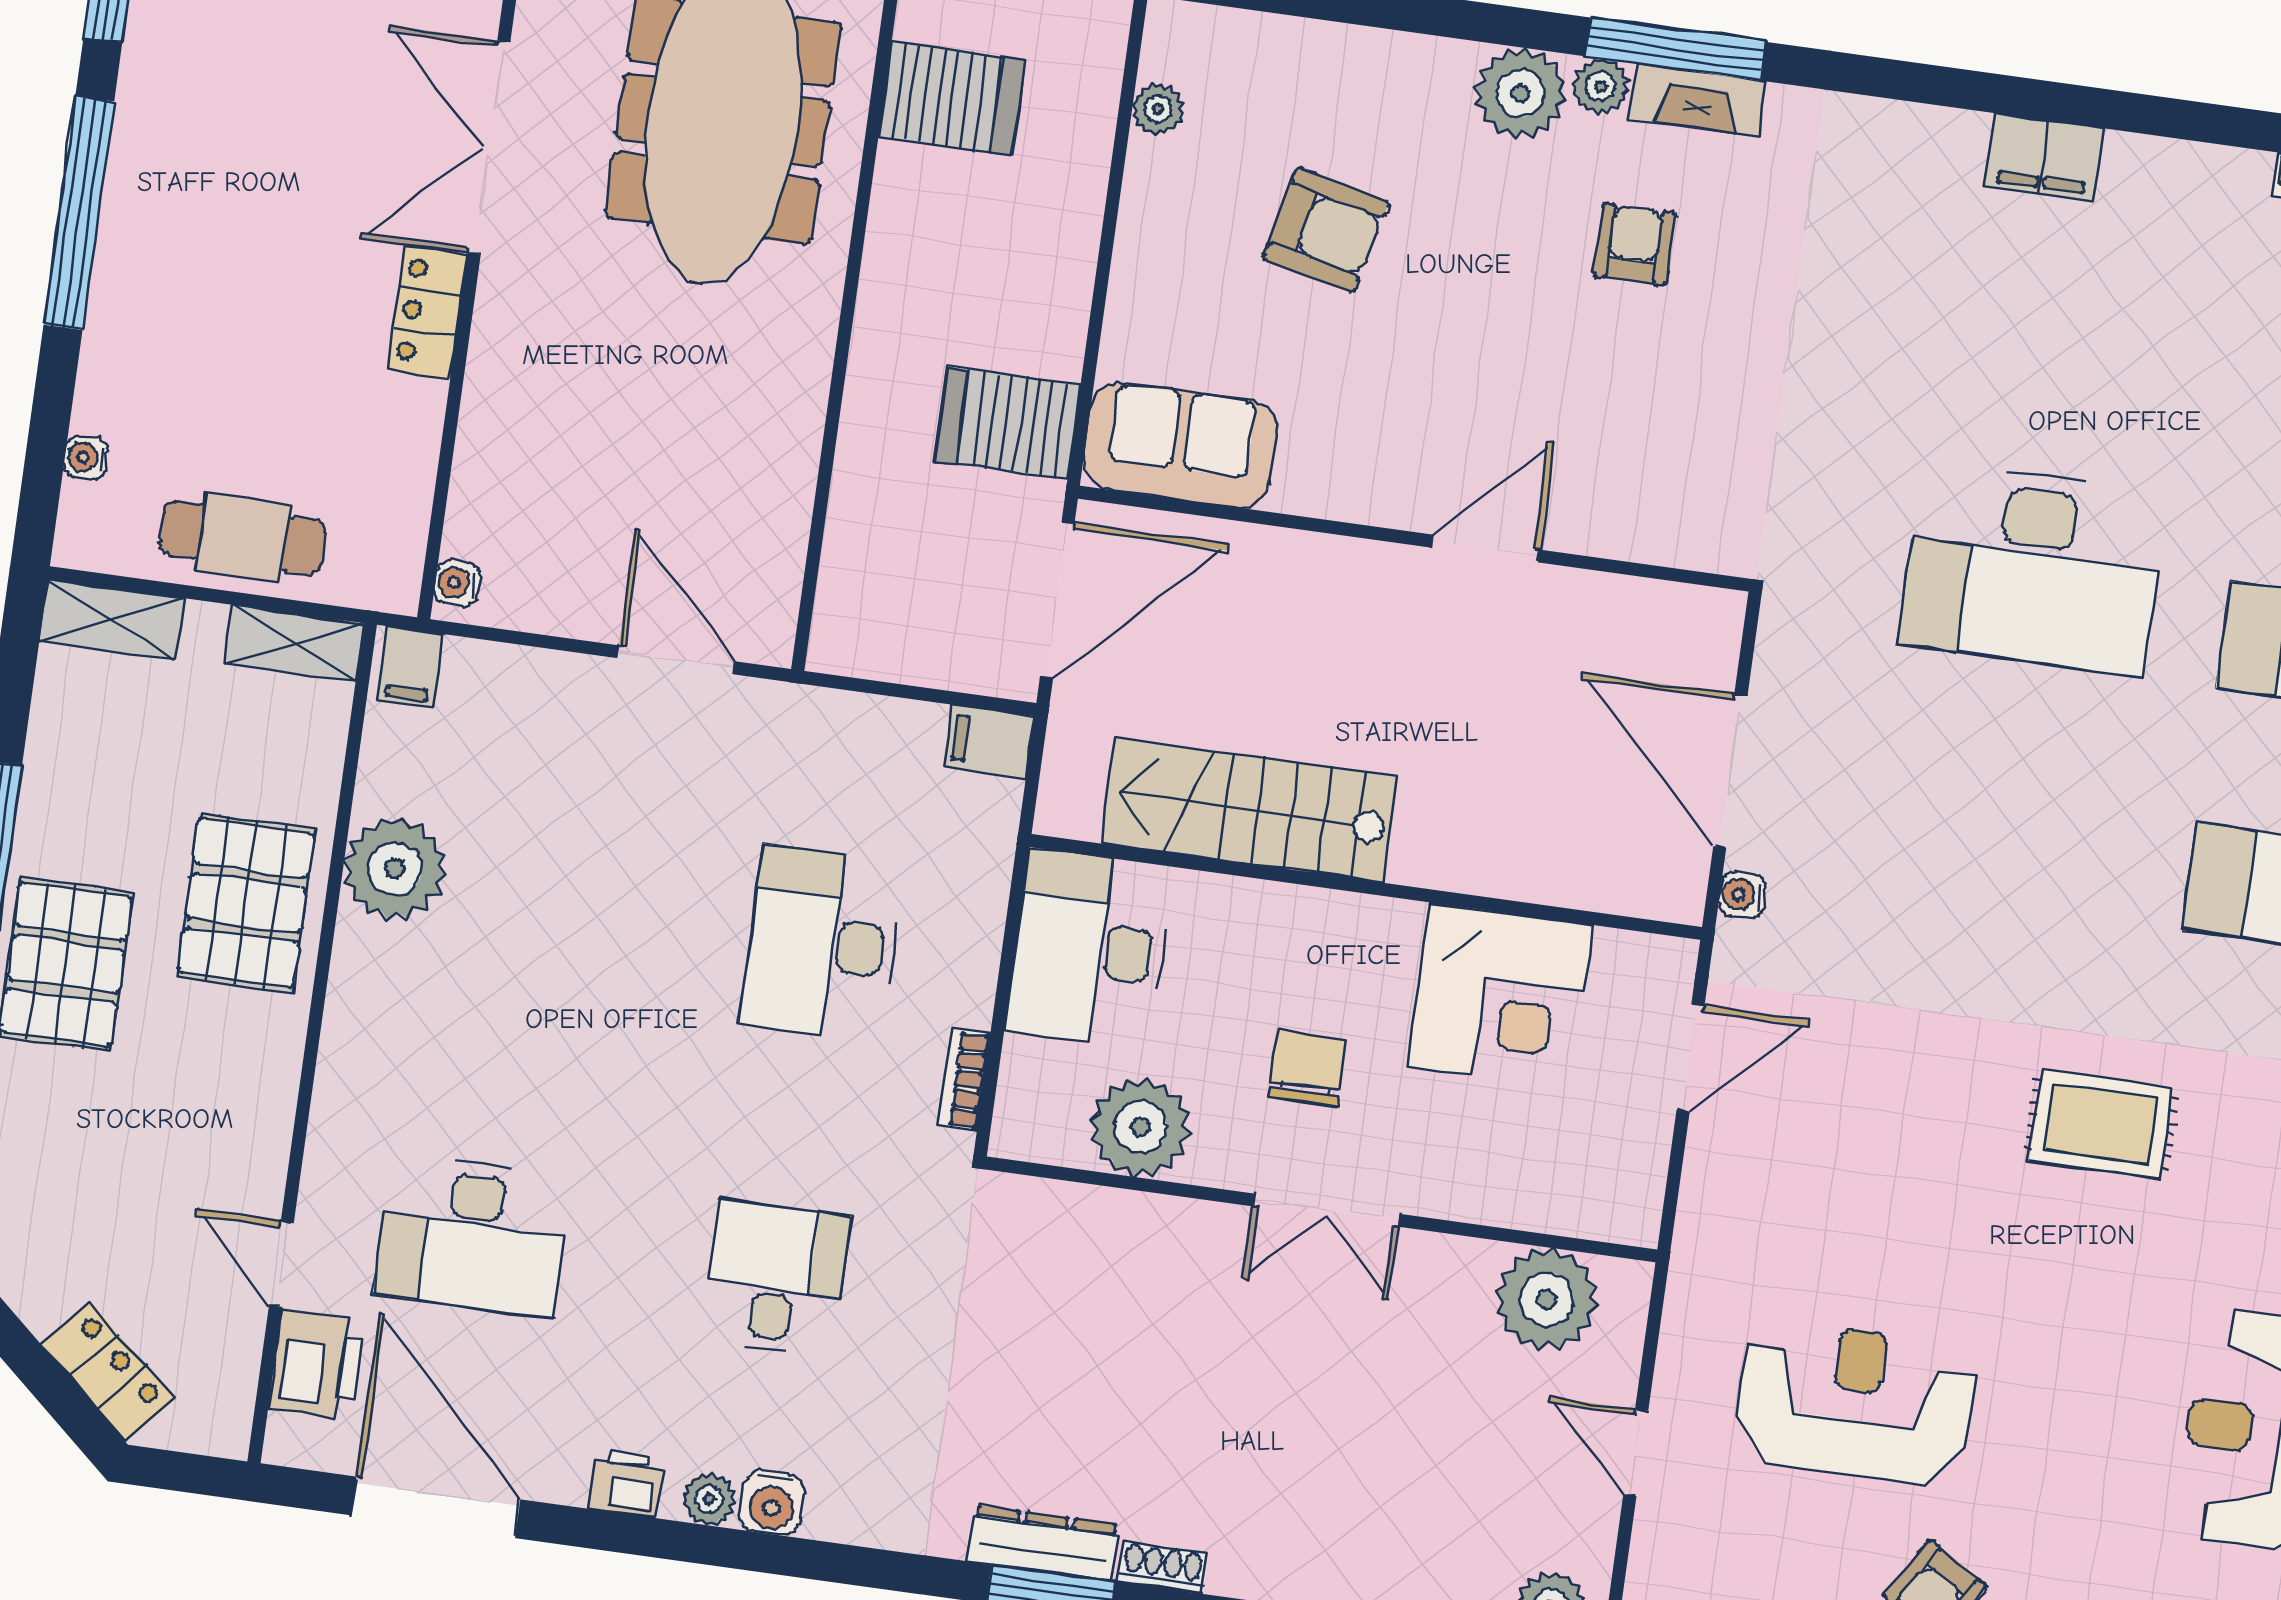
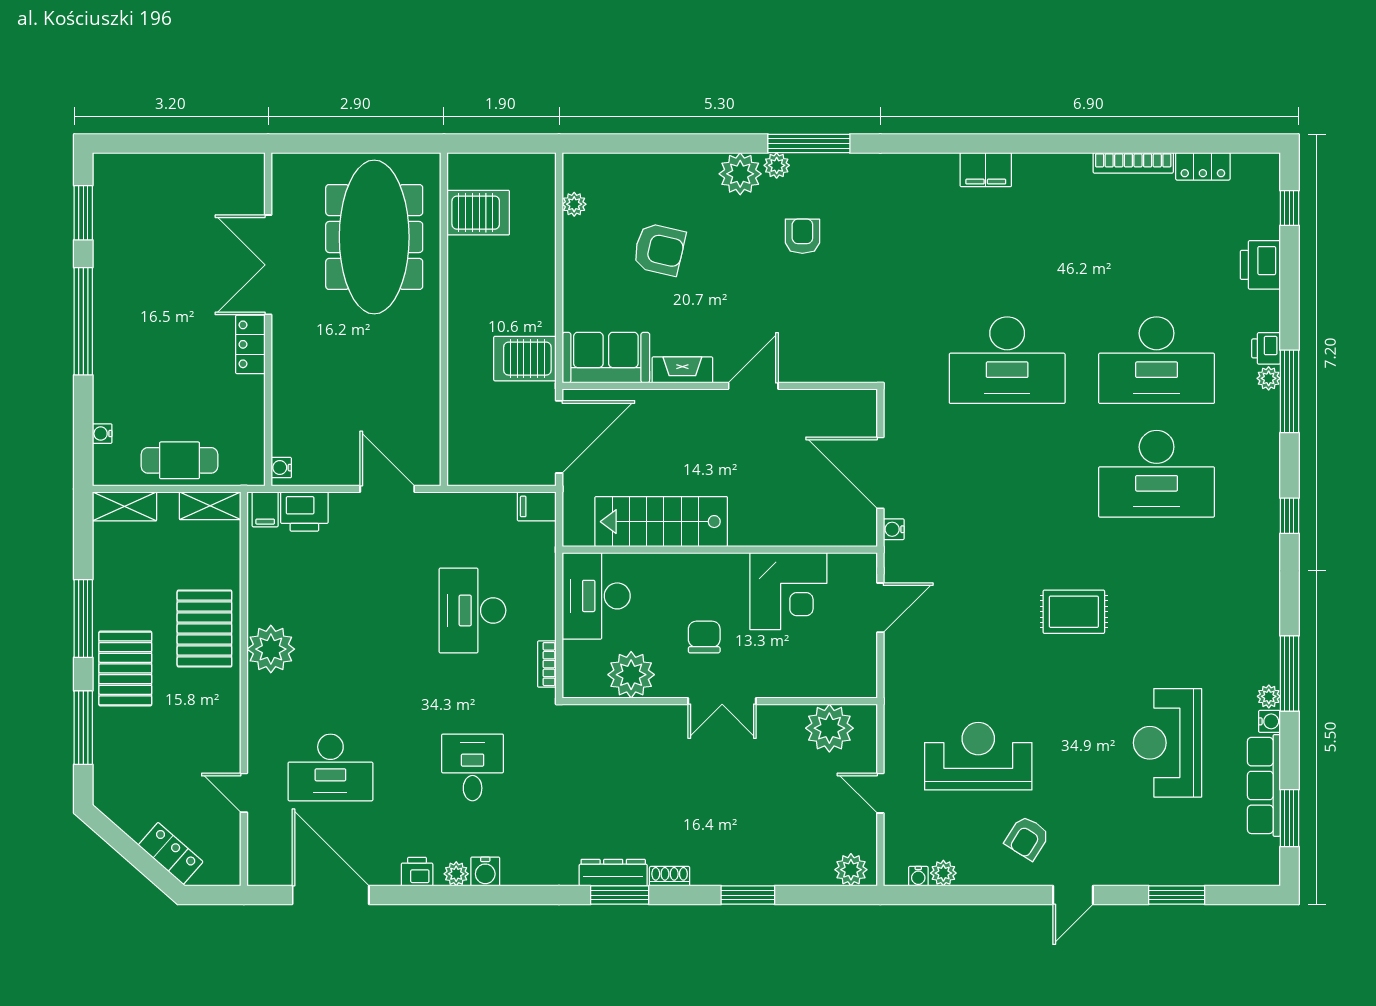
fireplace: (1698, 100) -> (682, 370), moved, turned 180
plant: (395, 869) -> (271, 649), moved
printer: (317, 1364) -> (304, 512), moved, turned 90

